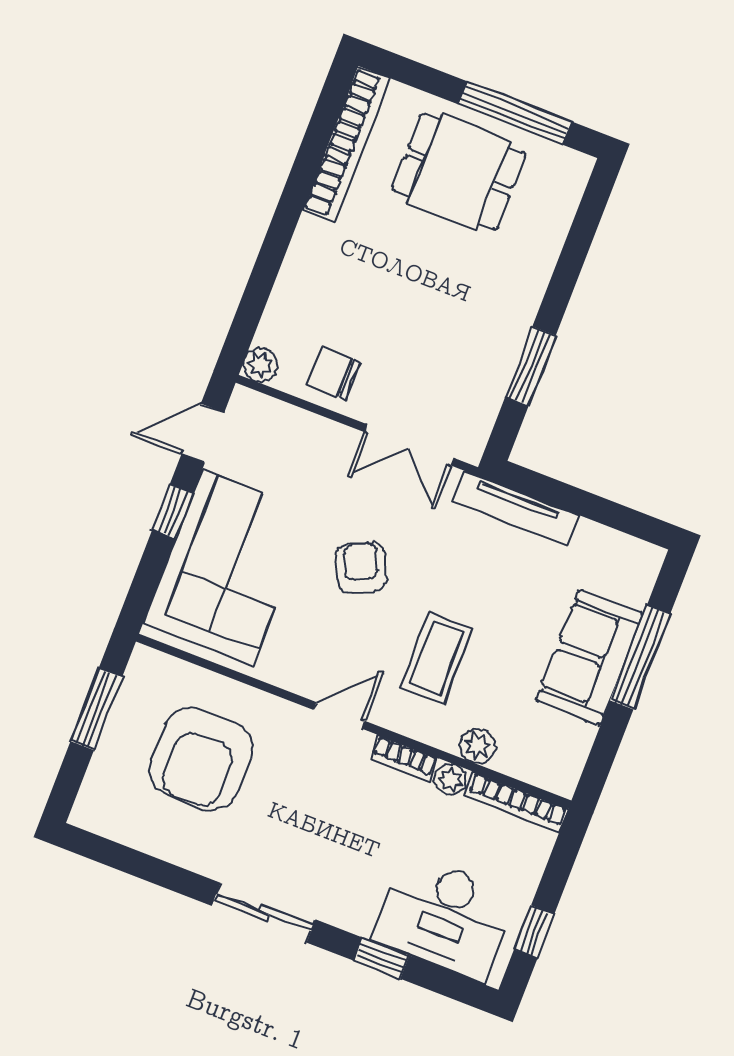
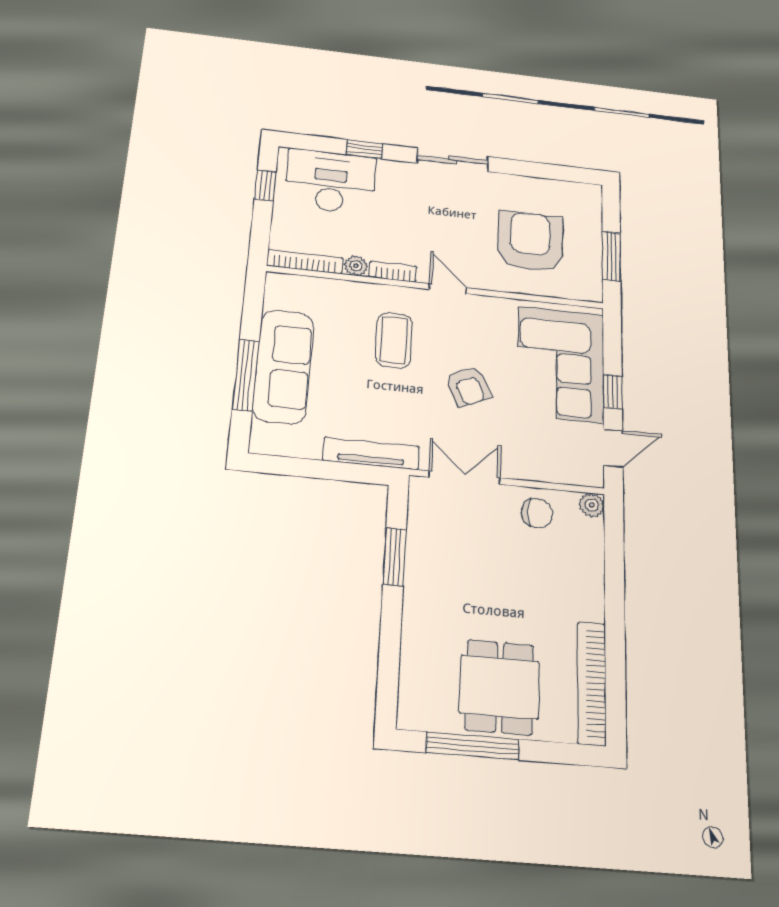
dining table: (459, 172) -> (500, 687), turned 90
sofa: (590, 657) -> (283, 366), width x1.36
door: (339, 715) -> (448, 289), swing flipped
plant: (478, 746) -> (344, 291), removed

